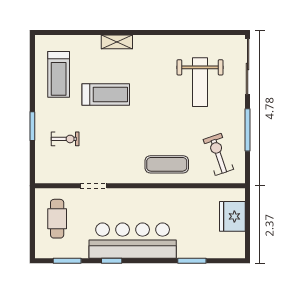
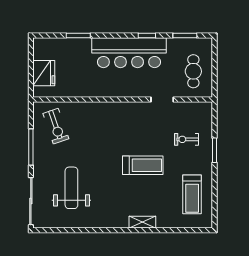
treadmill: (59, 74) -> (192, 194), turned 180
treadmill: (106, 95) -> (143, 165), moved, turned 180
exercise mat: (167, 164) -> (100, 118), removed

